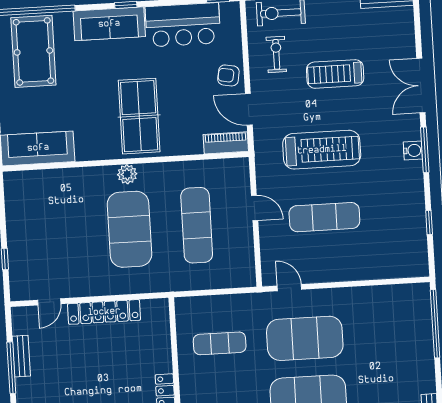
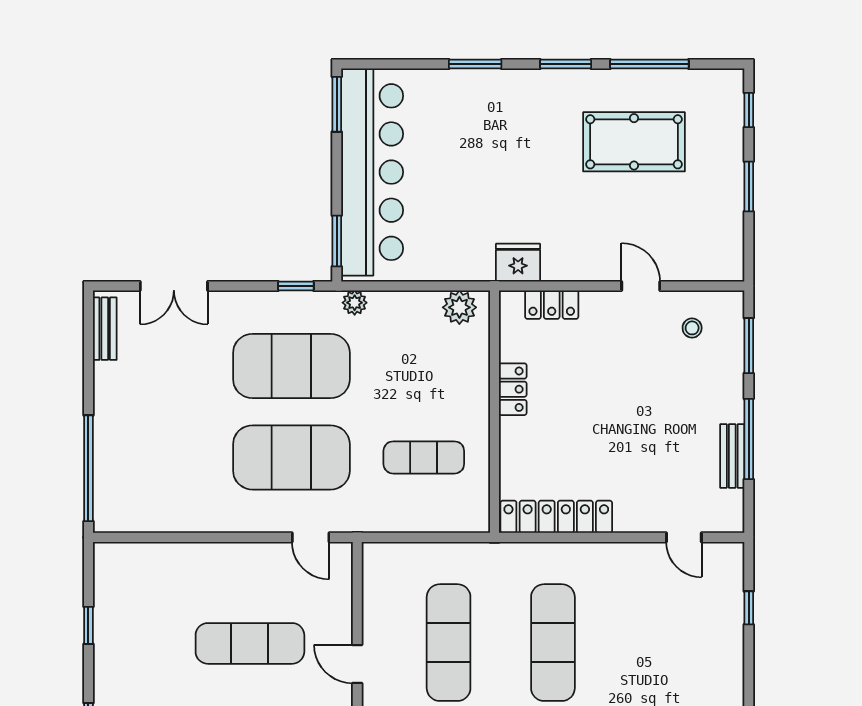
exercise mat: (129, 229) -> (553, 643), width x0.68
door: (49, 302) -> (684, 537), swing flipped
locker: (104, 312) -> (556, 517), moved

